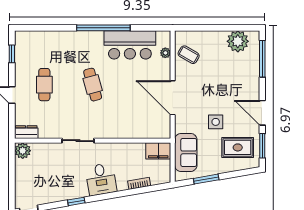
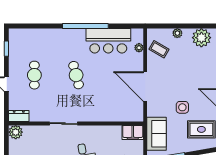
plant: (210, 36) -> (177, 33), added

